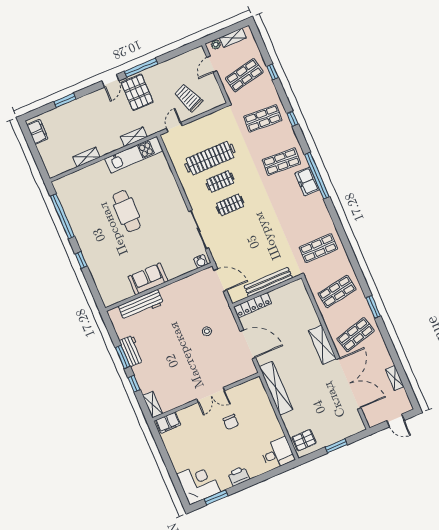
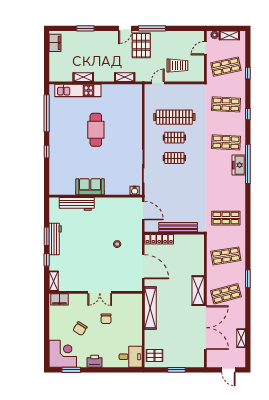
trolley: (188, 98) -> (177, 66), turned 113
kitchen unit: (134, 155) -> (78, 90), moved
workbench: (131, 351) -> (55, 239), width x1.38
chair: (206, 446) -> (80, 329), added

